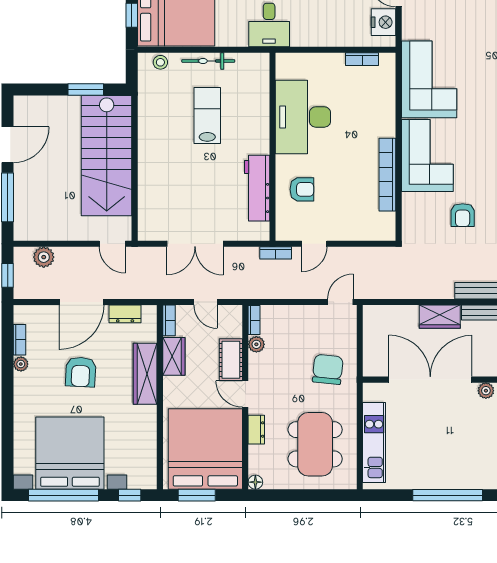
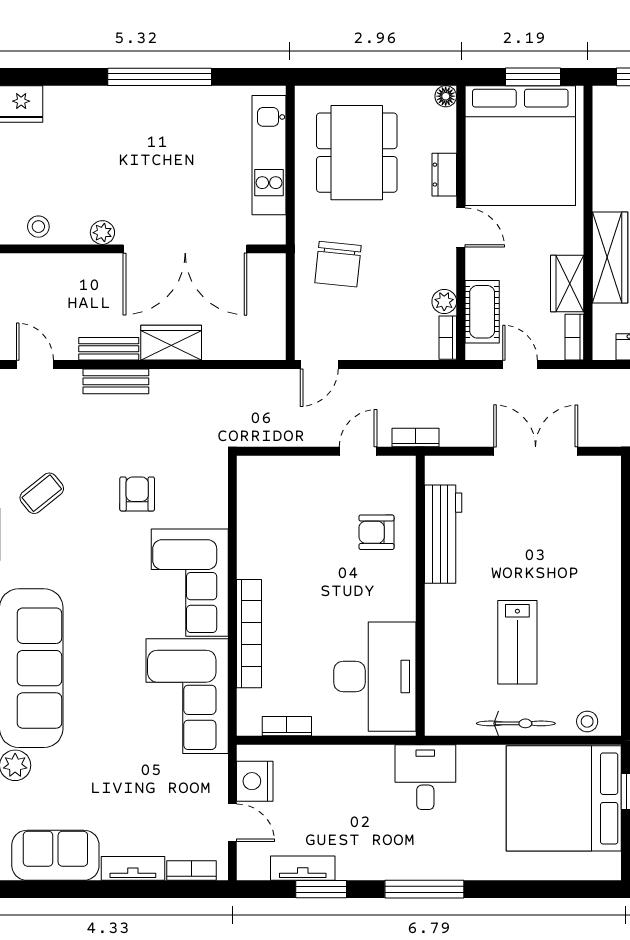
desk: (303, 117) -> (375, 677), moved
bookcase: (387, 175) -> (249, 634), moved
cot: (231, 360) -> (482, 312), moved

